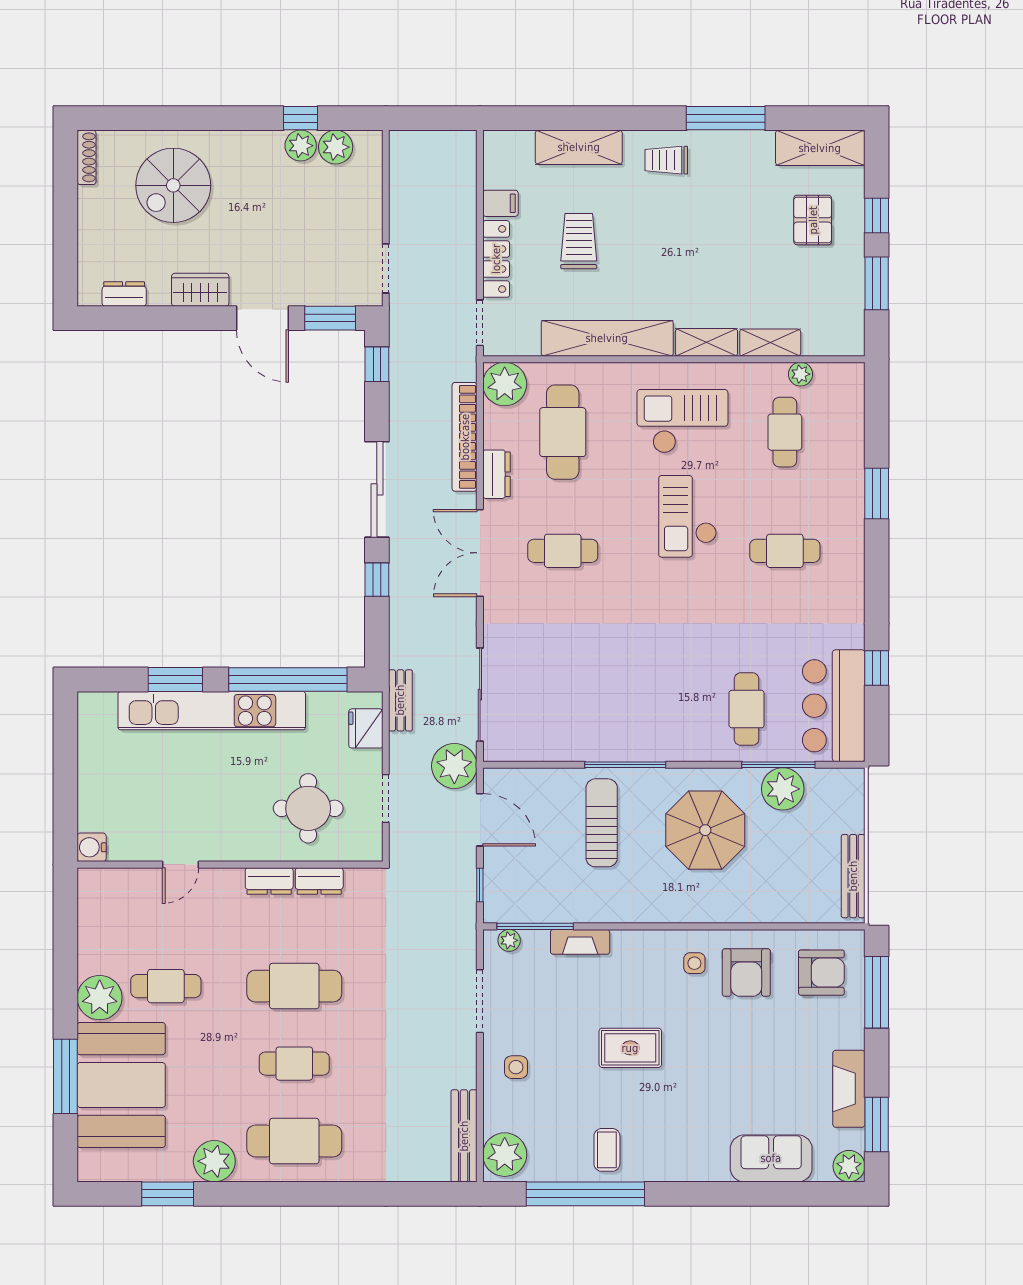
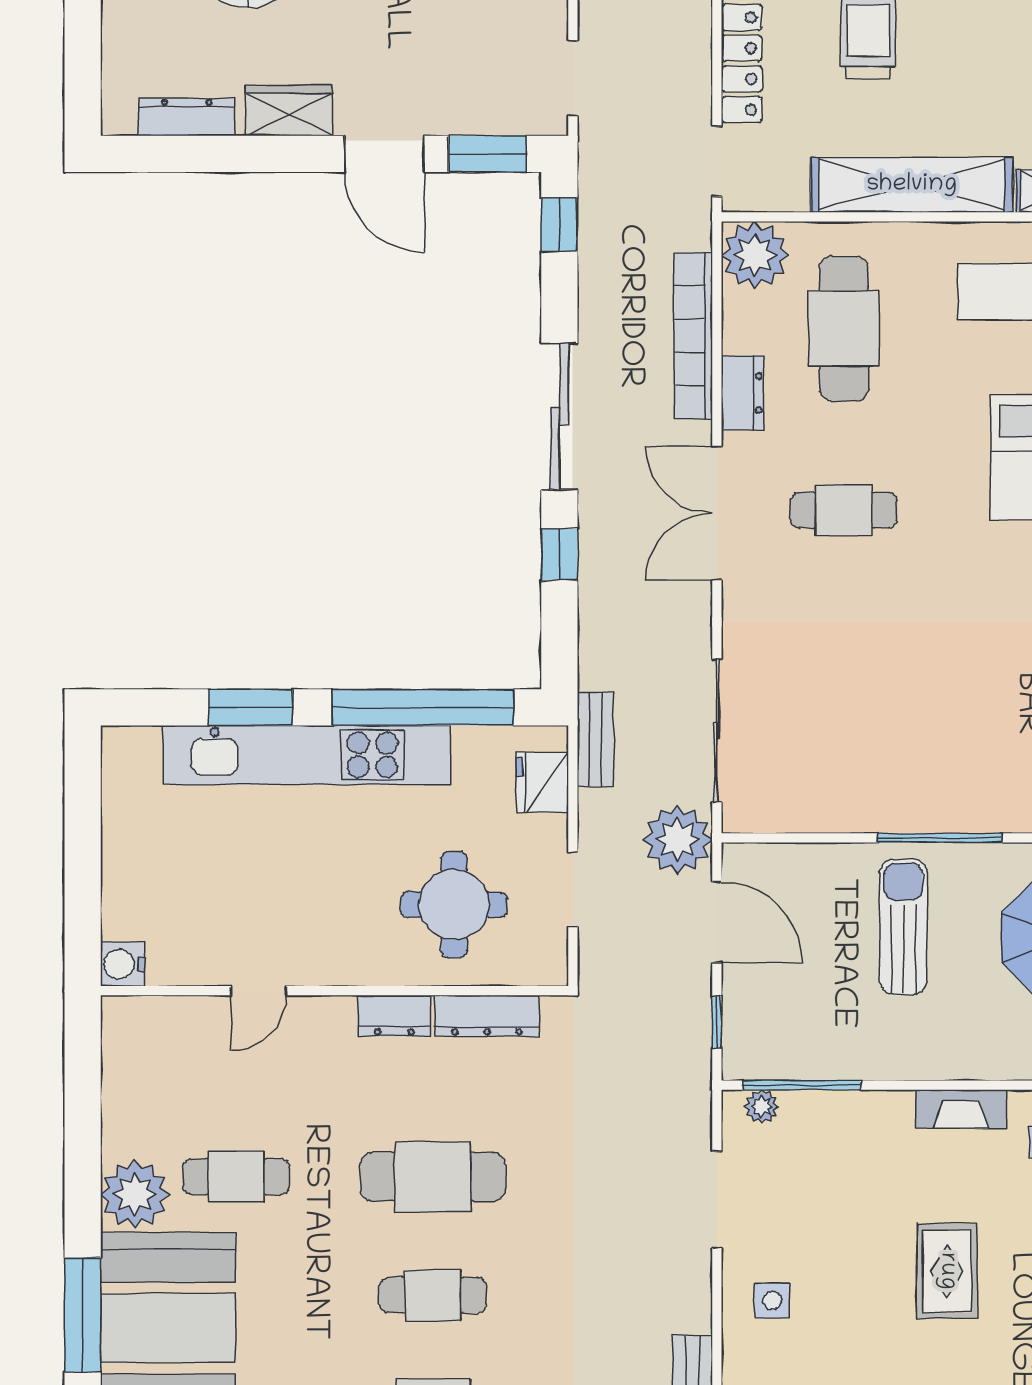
dresser: (124, 294) -> (187, 117), width x1.44
dresser: (319, 881) -> (487, 1016), width x1.44
fireplace: (580, 942) -> (961, 1109), moved
rug: (630, 1048) -> (947, 1271), turned 90

